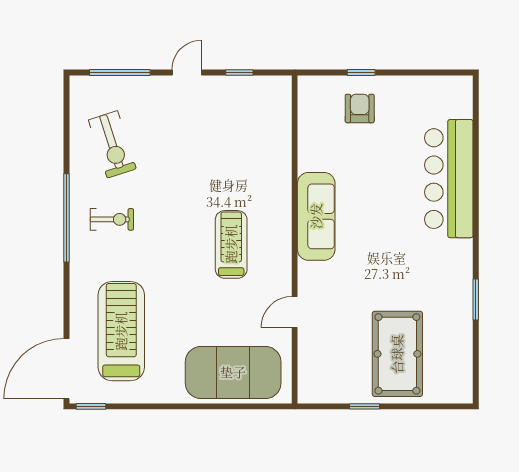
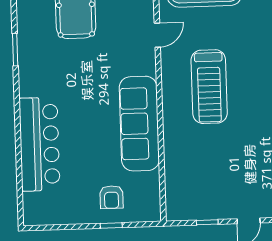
sofa: (316, 216) -> (139, 124), width x1.36, depth x1.27
treadmill: (231, 244) -> (209, 87), width x1.37, depth x1.38

